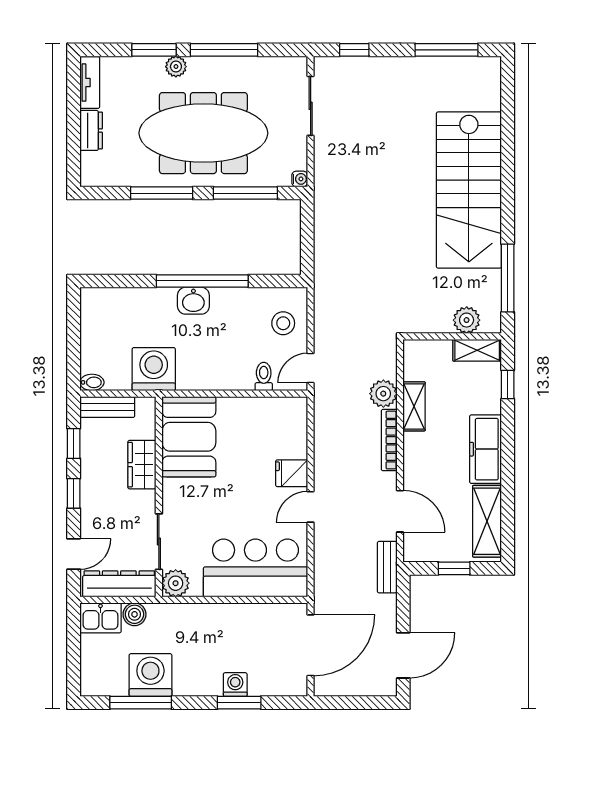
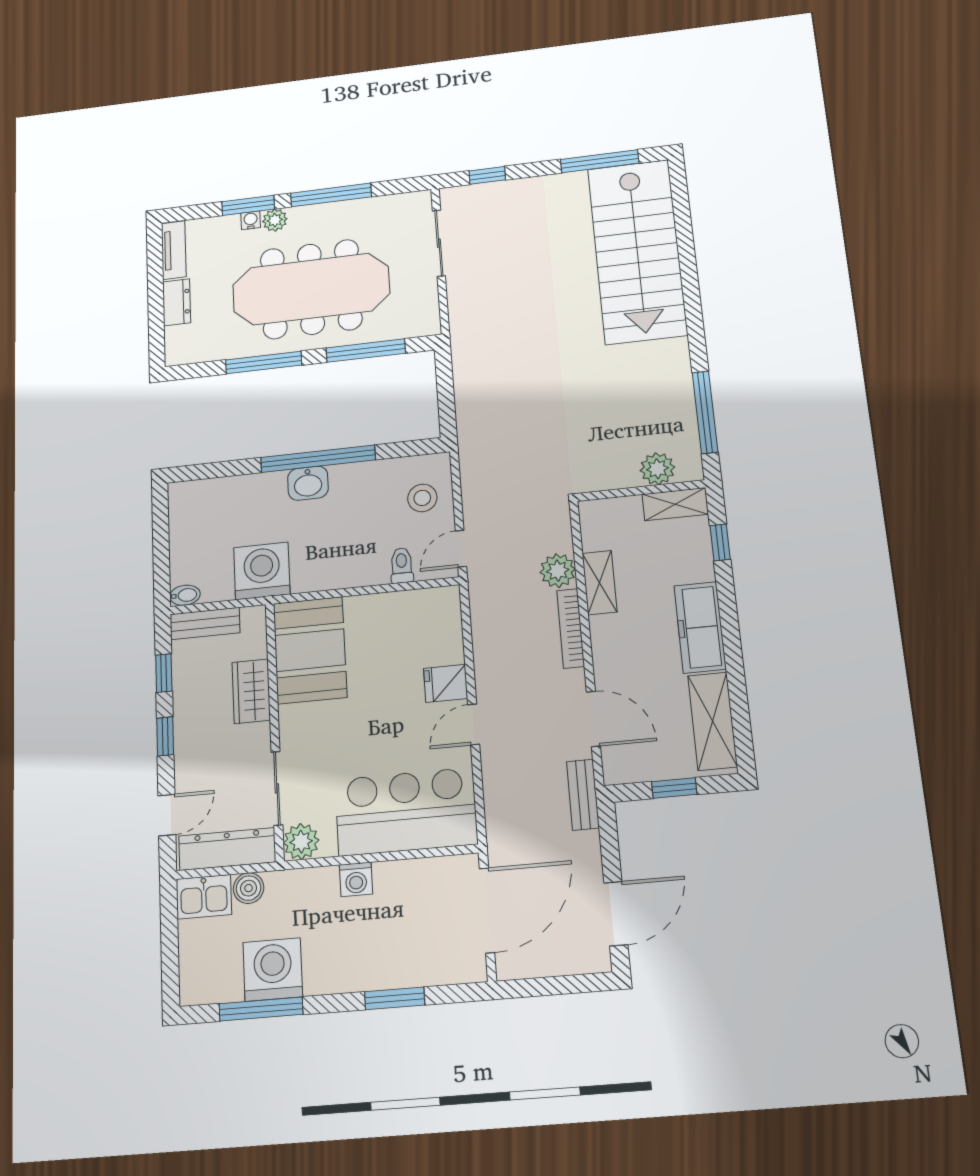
water cooler: (300, 179) -> (251, 220), moved, turned -90
stairs: (469, 190) -> (637, 251), moved
washing machine: (235, 685) -> (356, 879), moved, turned 180

